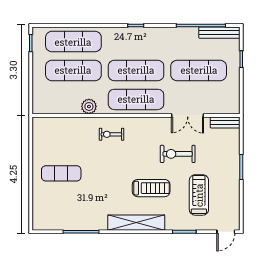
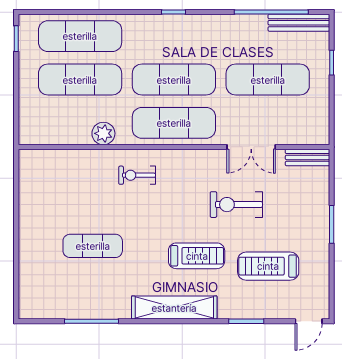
exercise mat: (61, 173) -> (93, 246), moved
treadmill: (199, 195) -> (268, 266), turned -90

